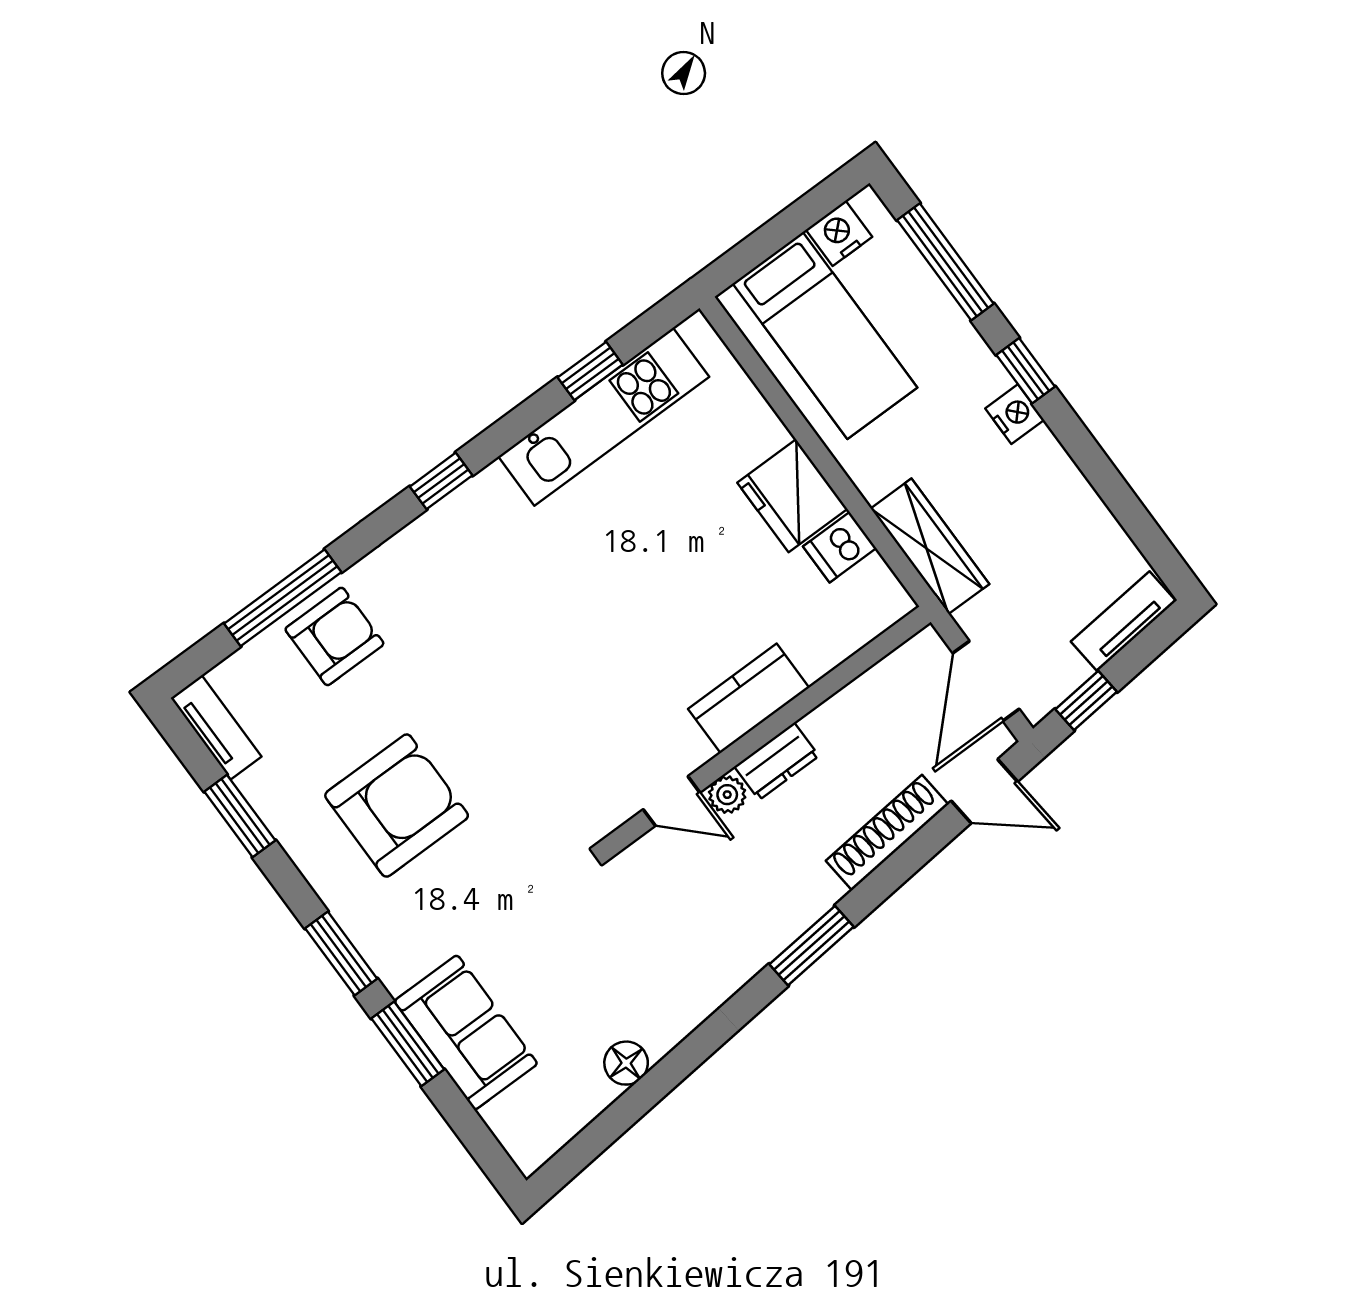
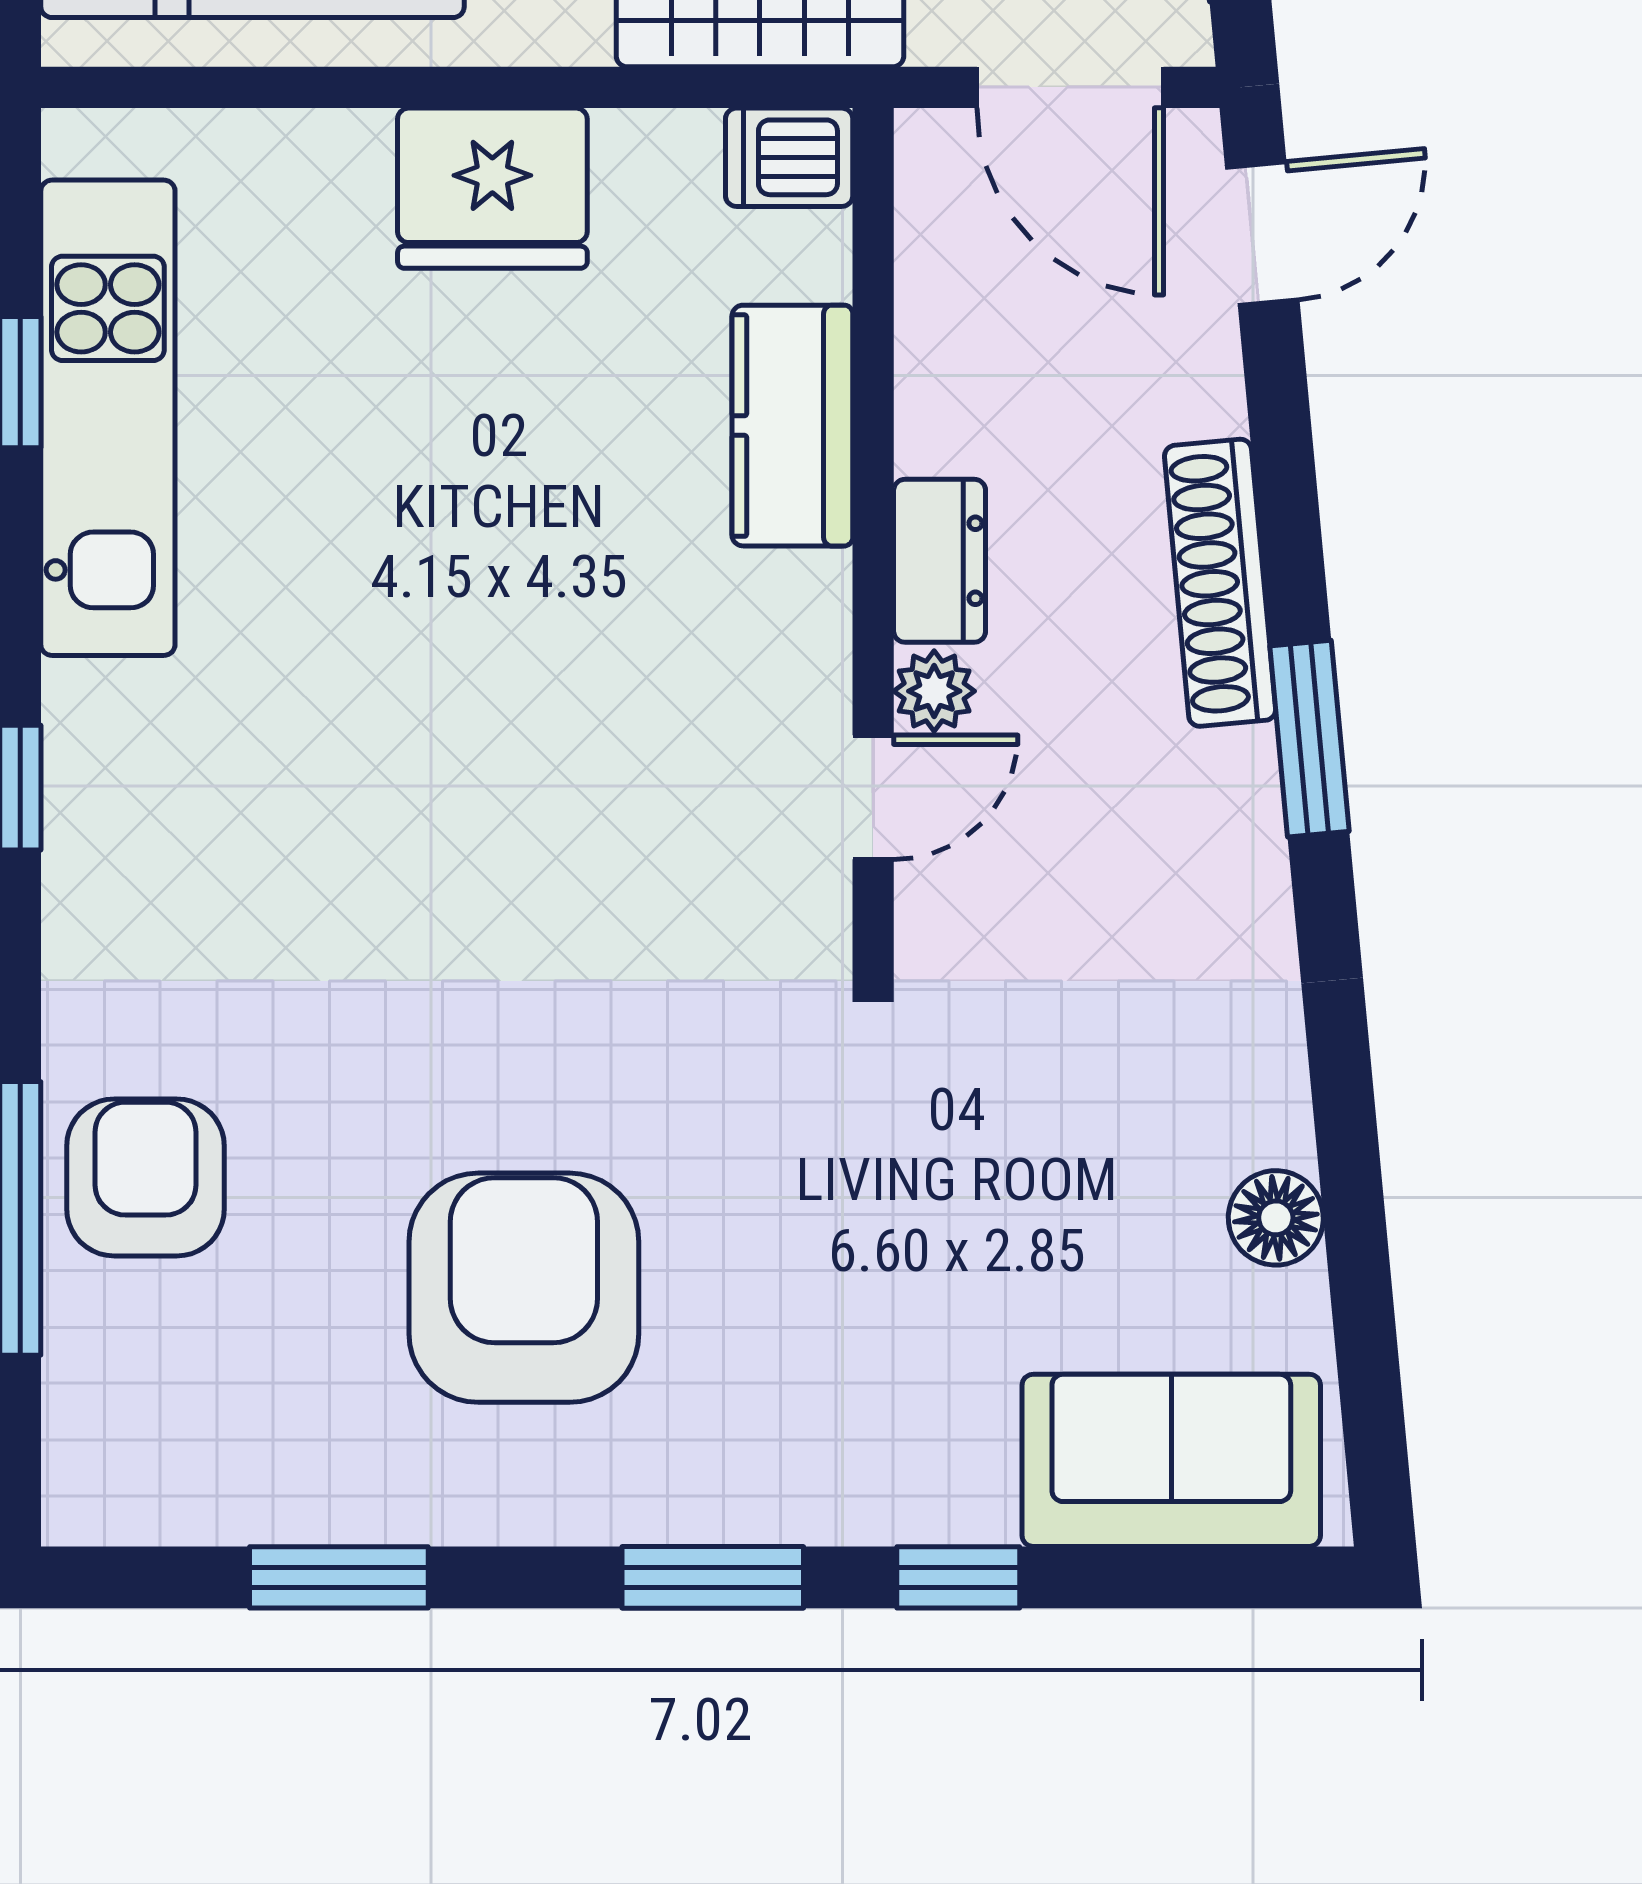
dishwasher: (840, 547) -> (789, 157), moved, turned 90
kitchen counter: (749, 698) -> (792, 426), moved
tv unit: (216, 727) -> (152, 1504), removed
shoe rack: (887, 833) -> (1220, 583), moved
sofa: (466, 1032) -> (1171, 1460), moved
window: (408, 1044) -> (958, 1577), width x0.67

